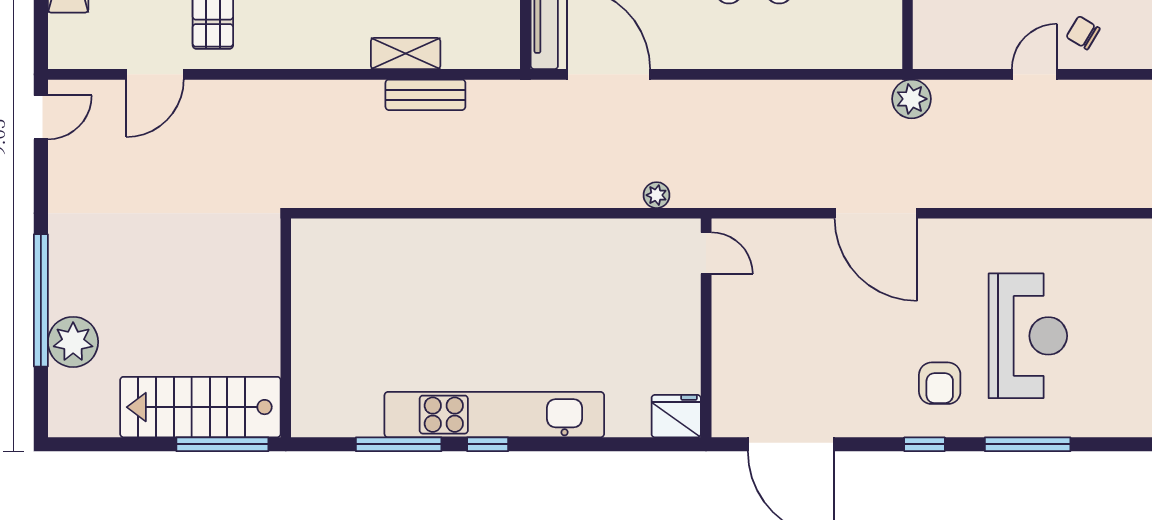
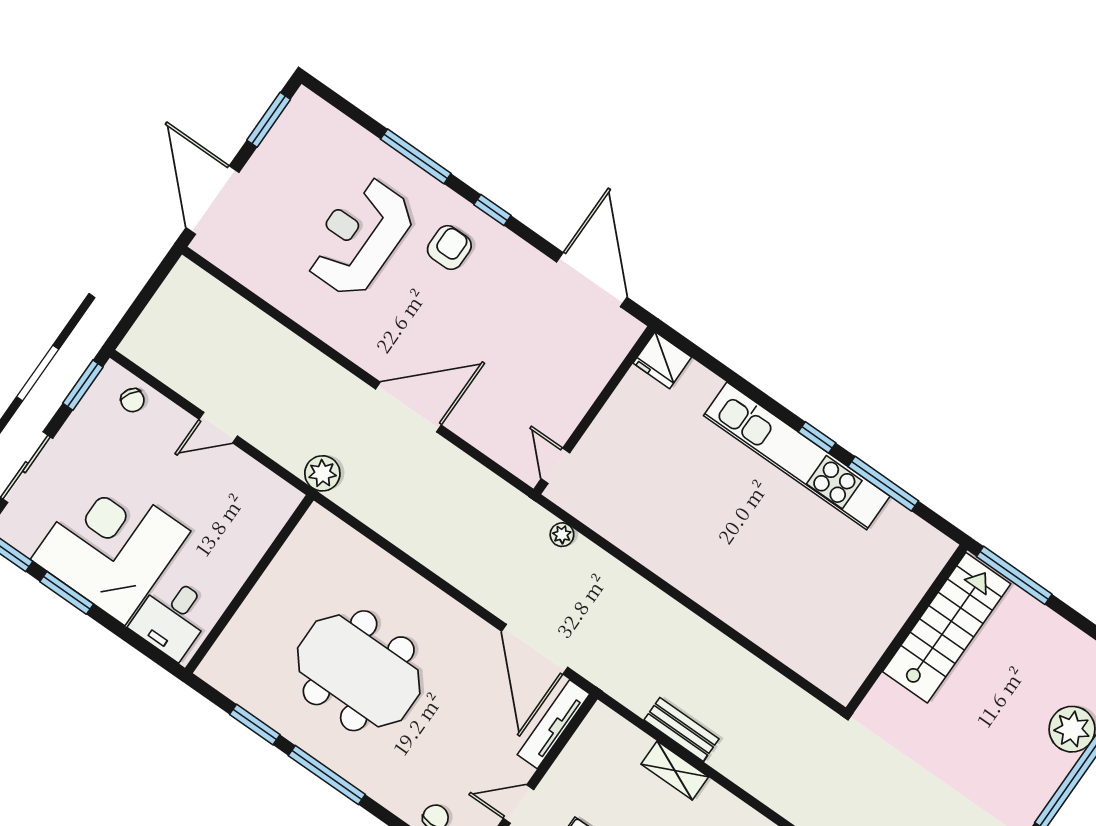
chair: (1083, 33) -> (133, 400), moved
door: (876, 213) -> (408, 407), hinge flipped
stairs: (200, 407) -> (947, 628), moved, turned -90

